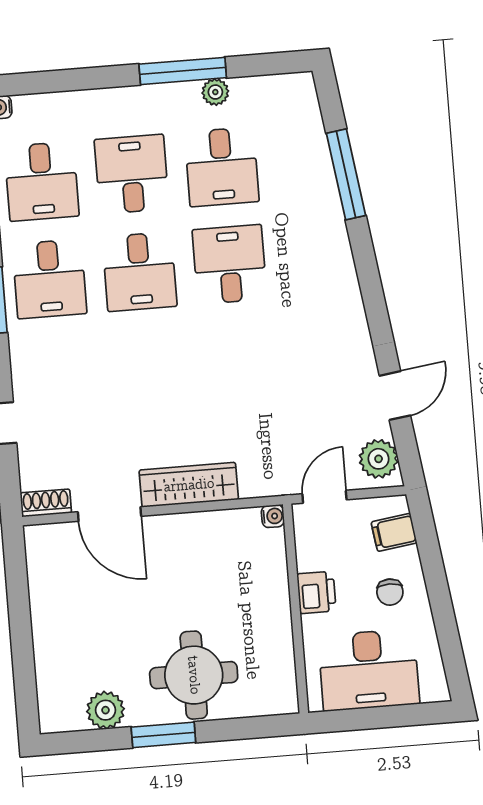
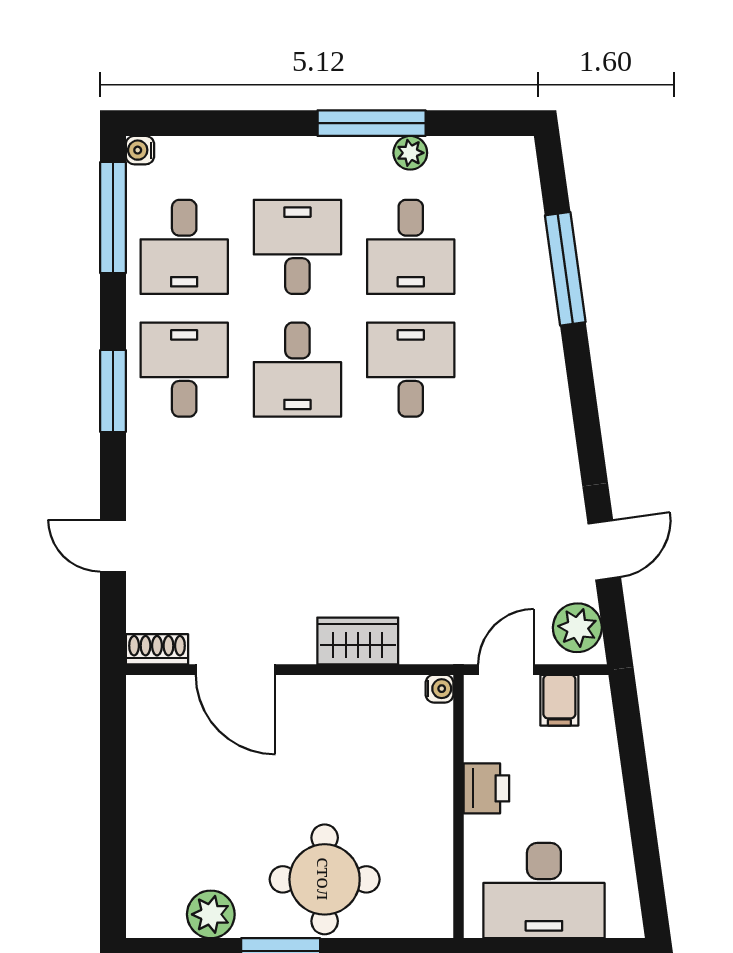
desk: (49, 279) -> (184, 370), turned 180
wardrobe: (189, 485) -> (358, 641), width x0.67
filing cabinet: (394, 532) -> (559, 700), moved, turned -82
chair: (390, 592) -> (578, 795), removed

